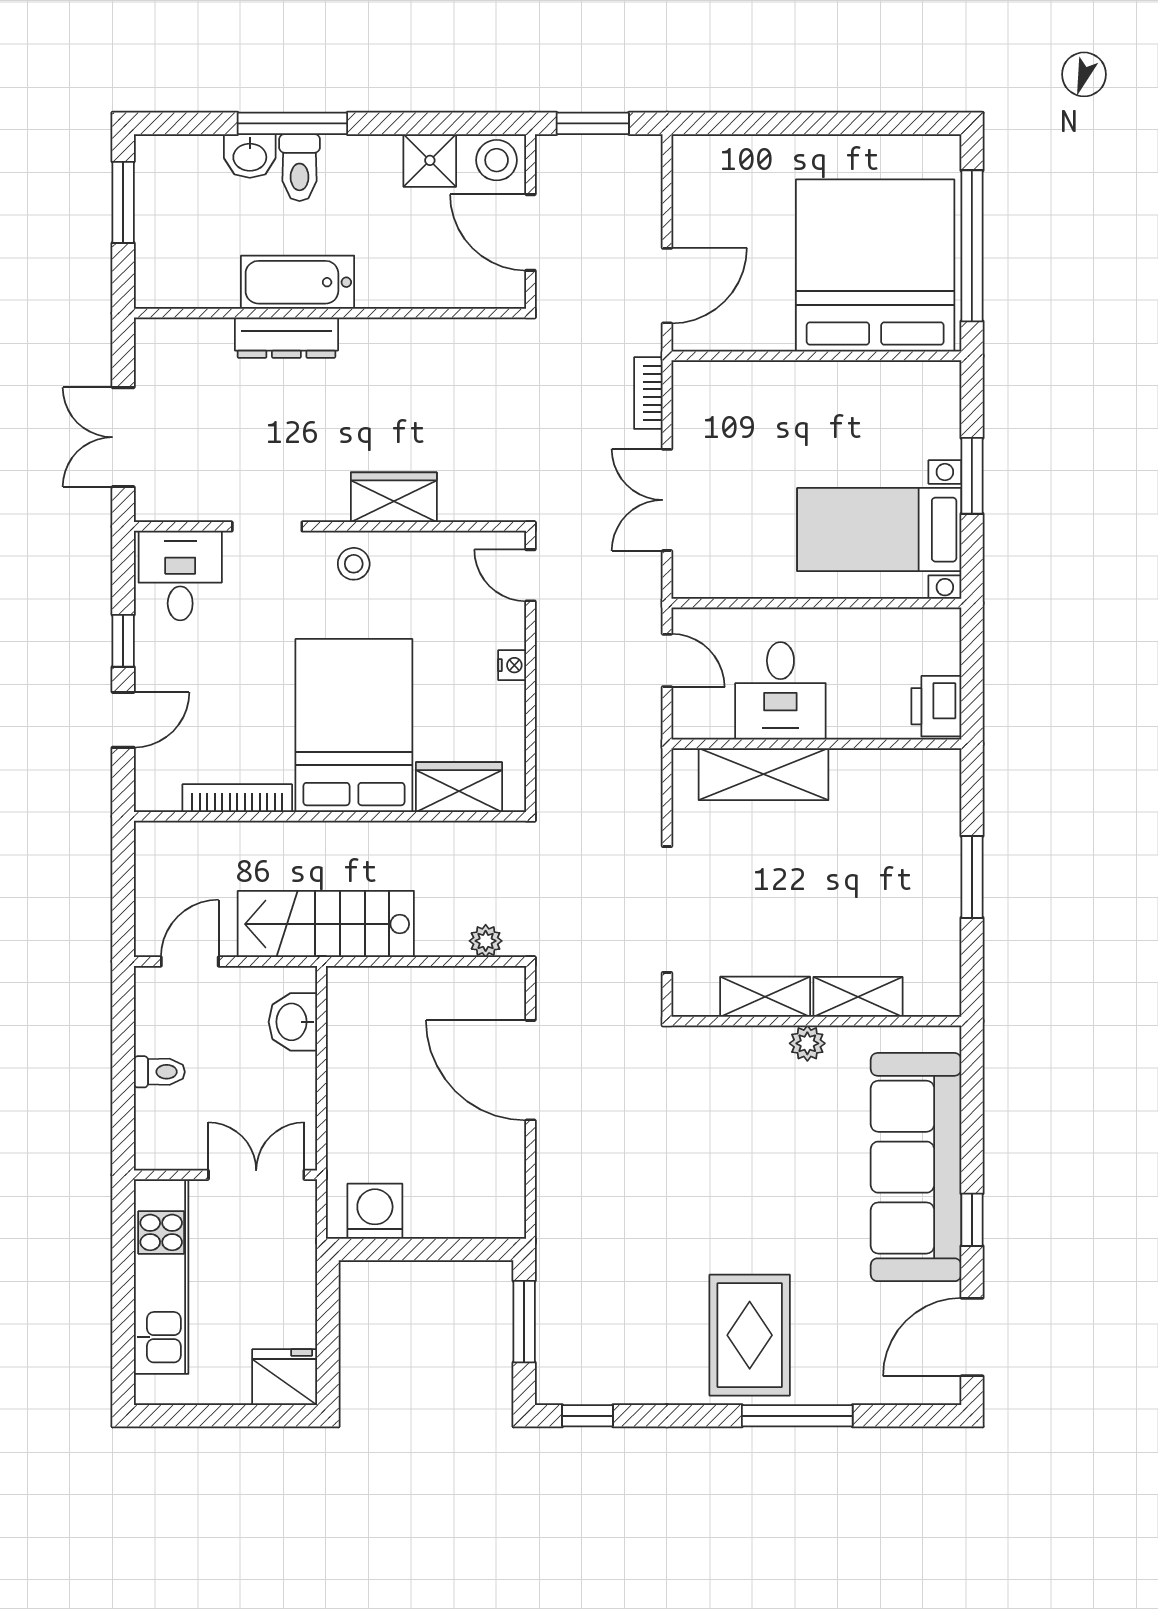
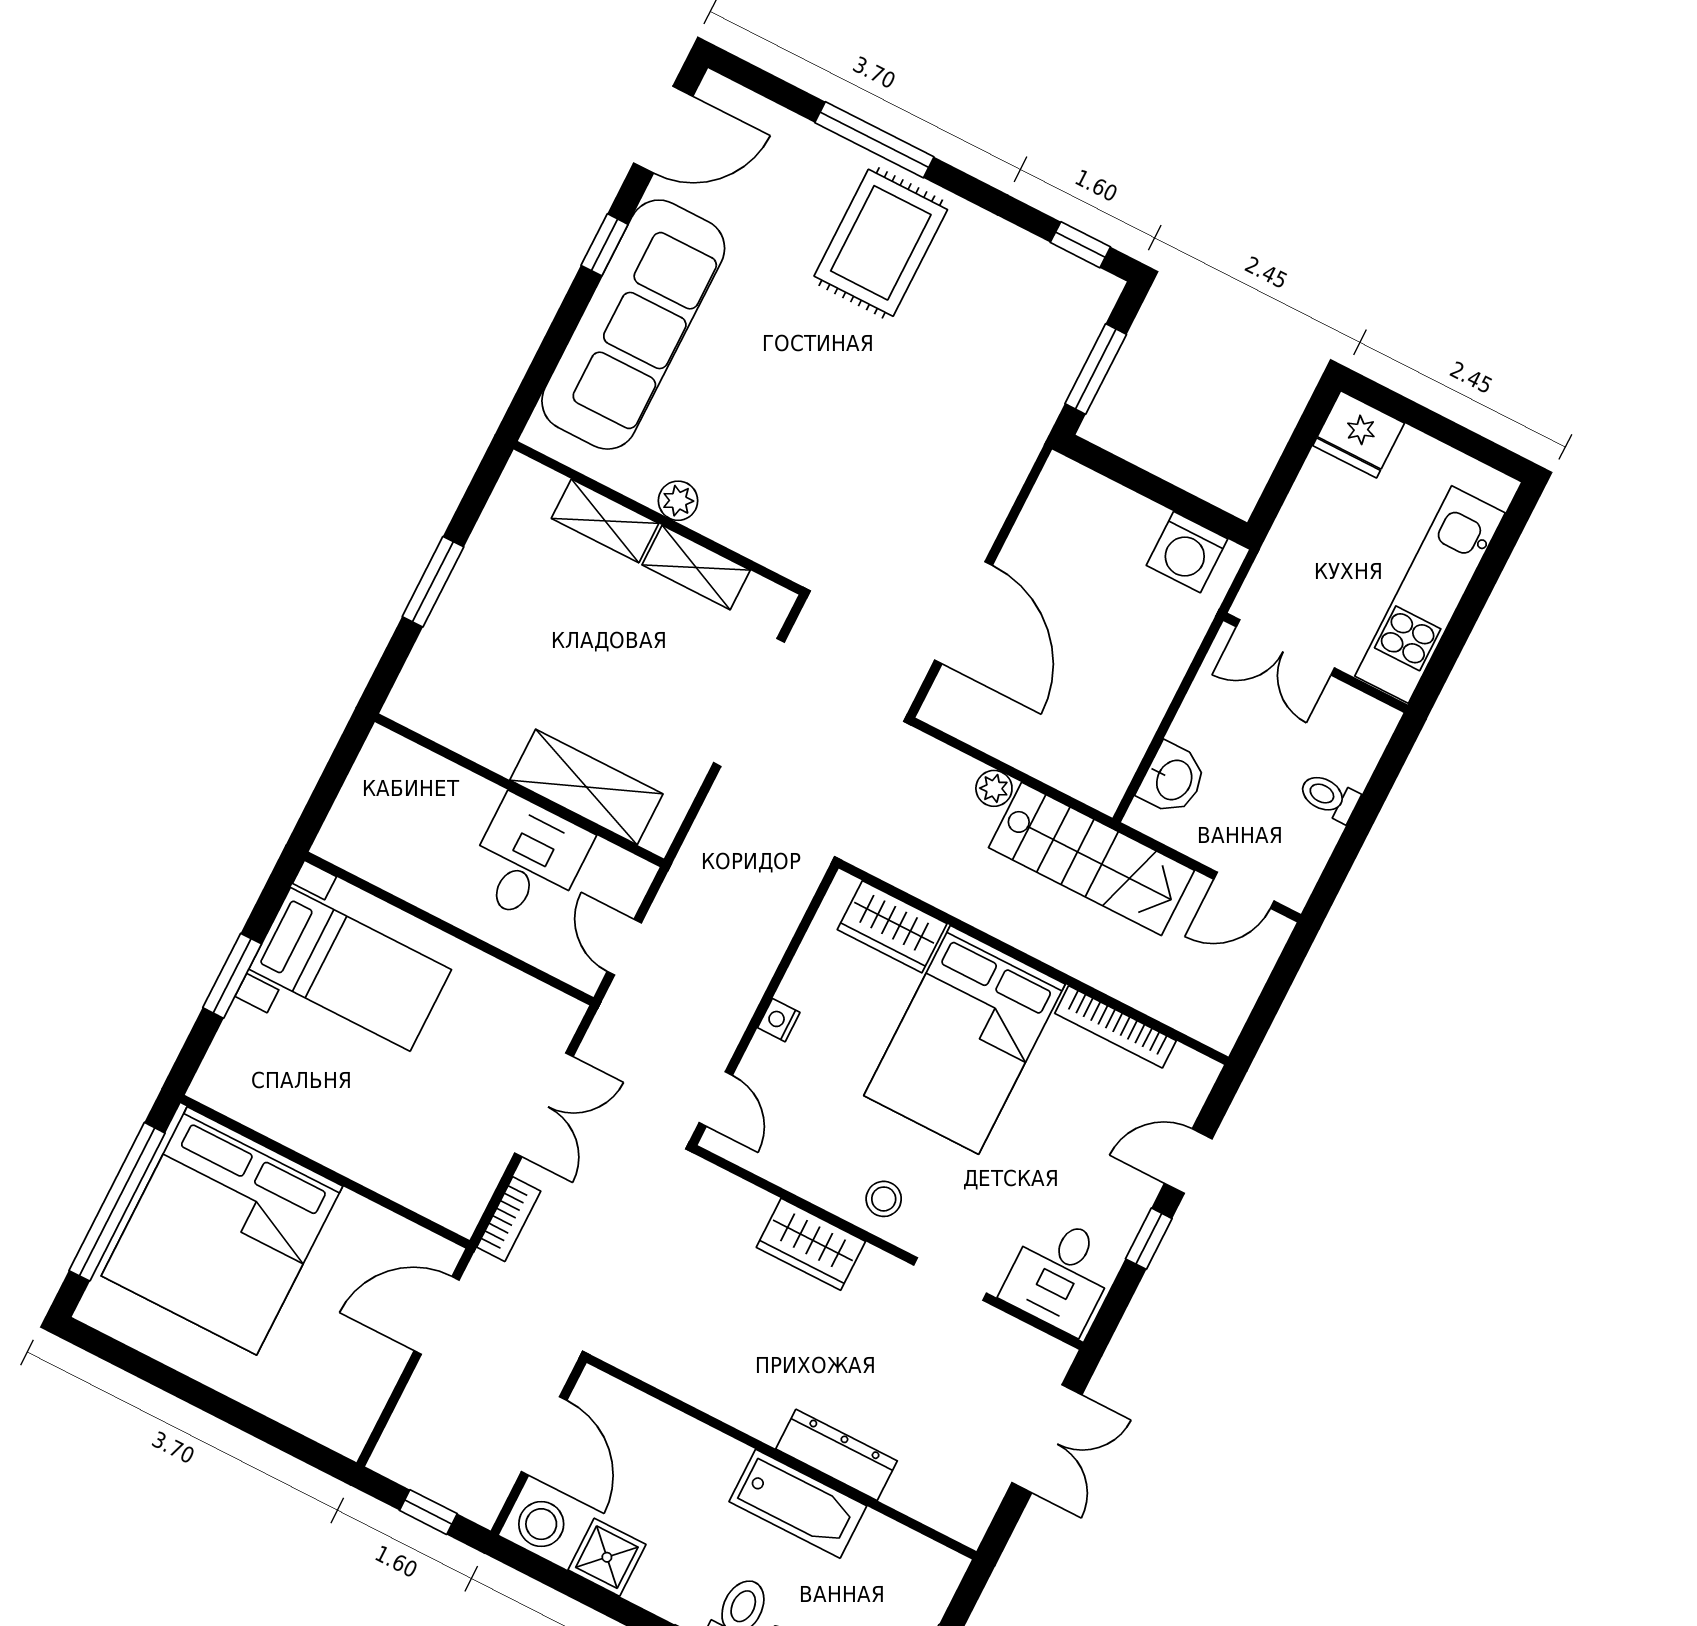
window: (593, 123) -> (428, 1512), width x0.67
printer: (936, 706) -> (383, 767), removed
plant: (486, 941) -> (994, 788), moved

